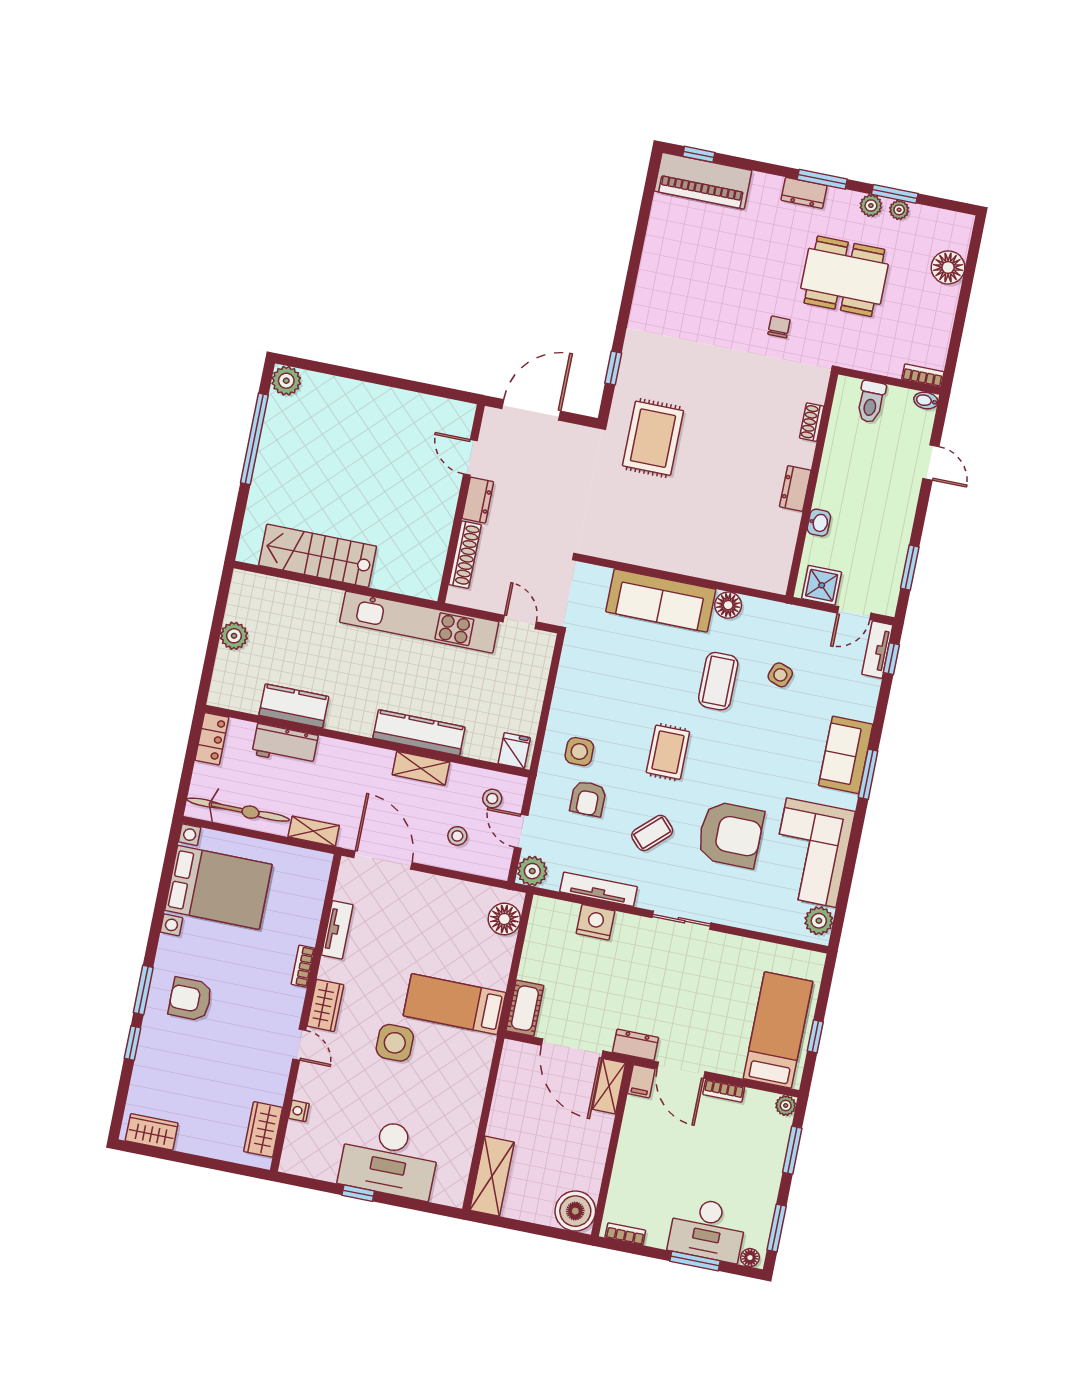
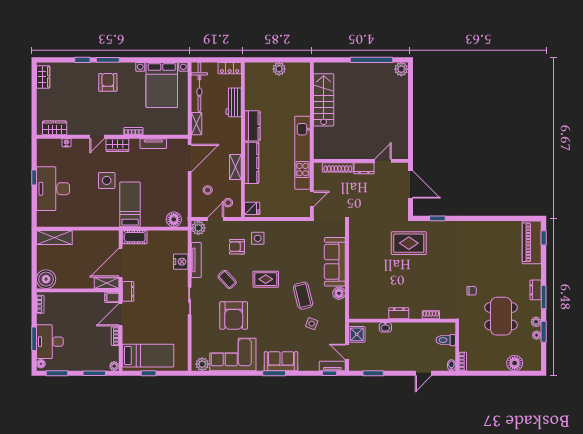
coffee table: (718, 681) -> (303, 296), turned 76
kitchen counter: (294, 706) -> (252, 126), moved

